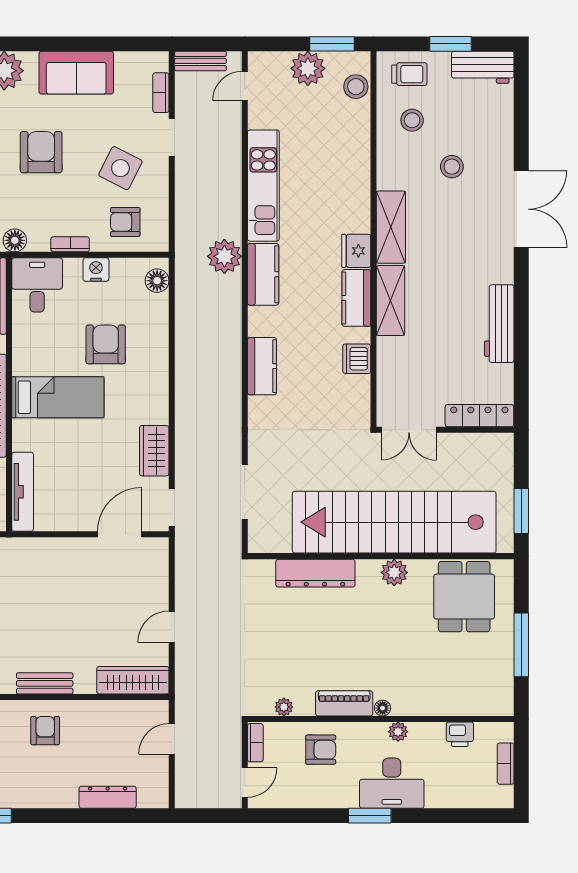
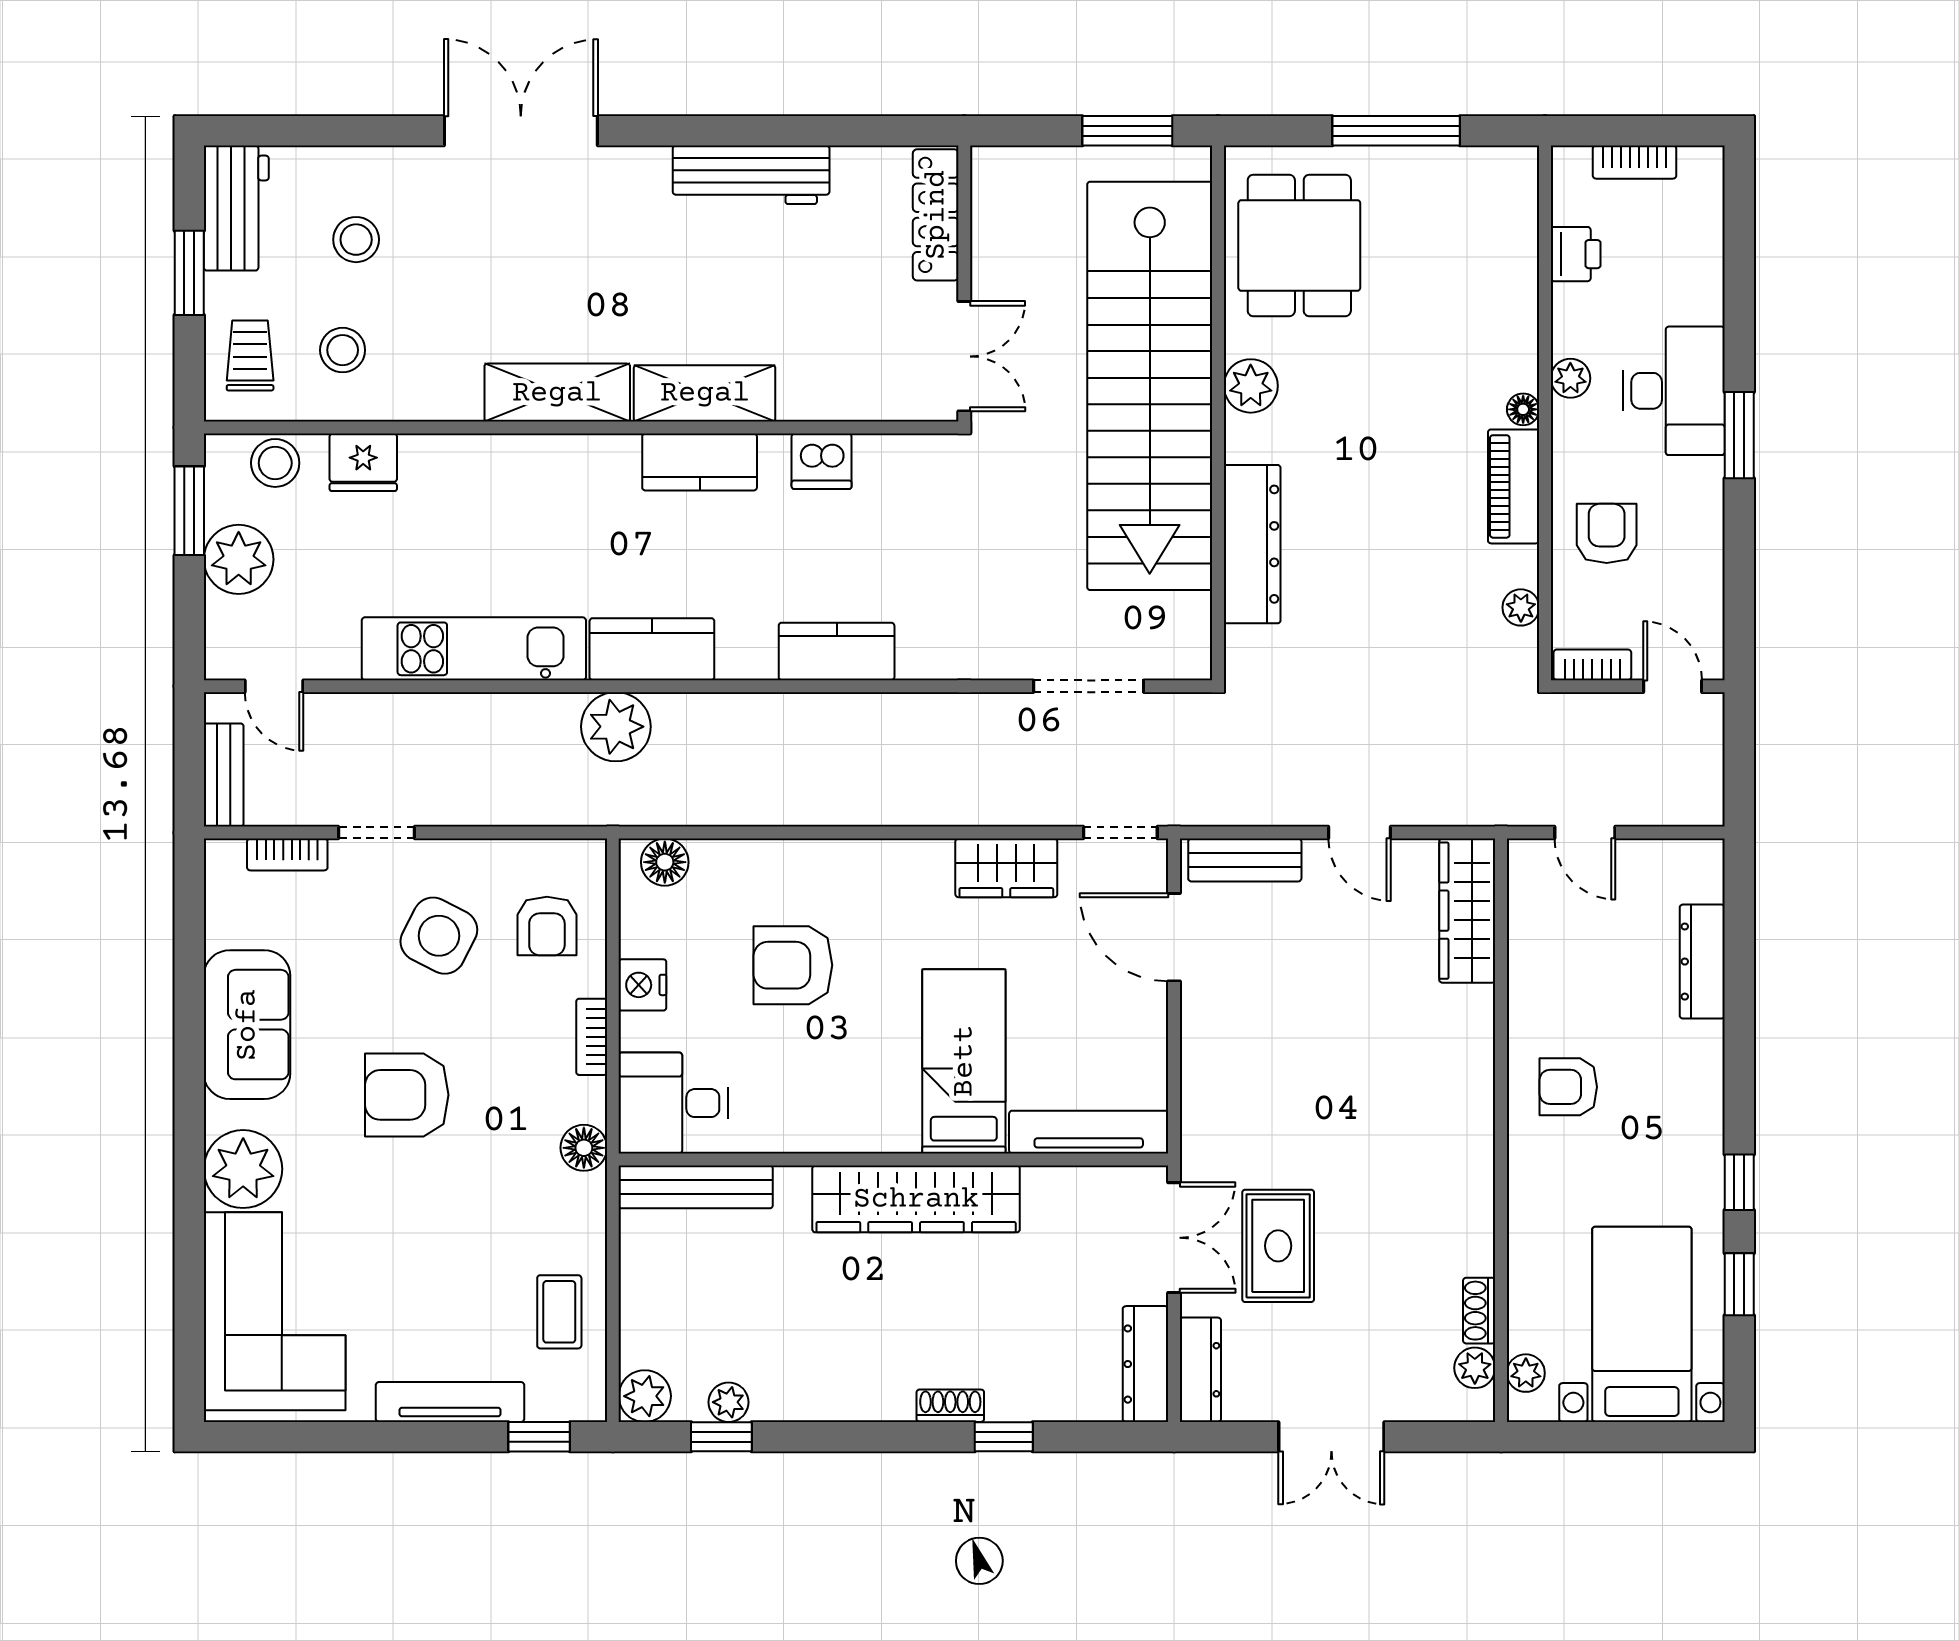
stool: (452, 167) -> (356, 240), moved
fridge: (356, 251) -> (363, 462), moved
bed: (58, 397) -> (964, 1061), moved
dining table: (464, 597) -> (1299, 245), turned 90
bench: (45, 683) -> (1245, 860), moved, turned 90

